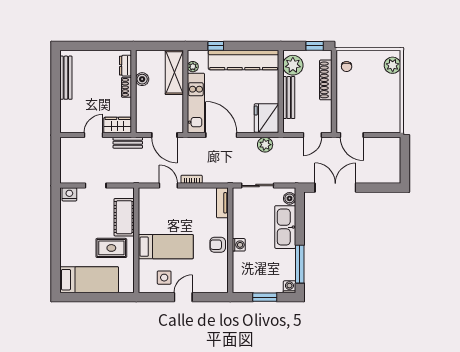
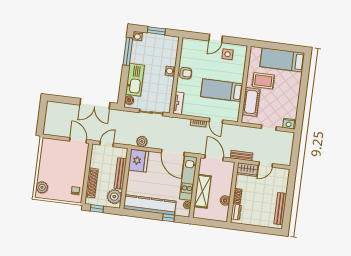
shelving: (174, 72) -> (203, 191), moved
bed: (166, 247) -> (222, 90), moved

